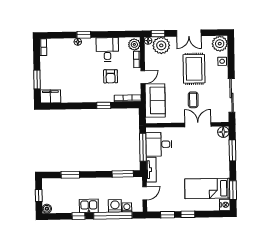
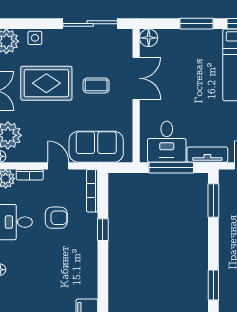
double door: (198, 125) -> (136, 78), swing flipped
window: (232, 150) -> (197, 24), moved

